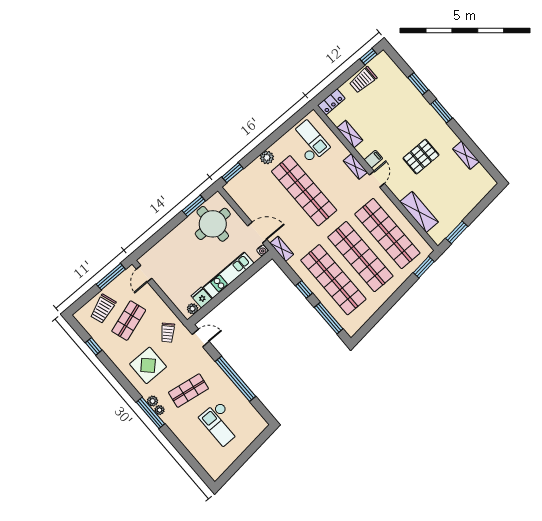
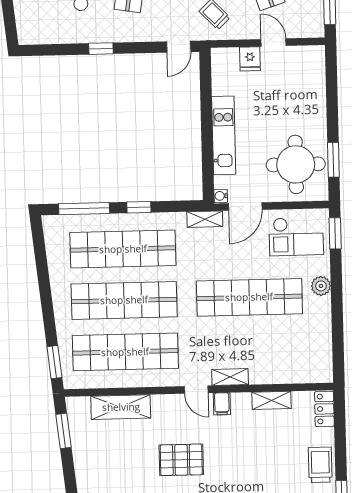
checkout: (309, 142) -> (296, 237), moved
pallet: (421, 157) -> (181, 460), turned 90
door: (144, 274) -> (274, 42), moved
fridge: (201, 297) -> (250, 59), moved, turned 90
plant: (193, 309) -> (219, 64), removed
window: (235, 379) -> (101, 49), width x0.32

